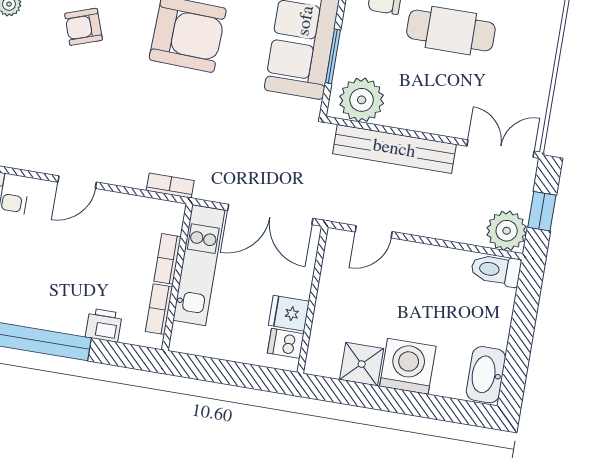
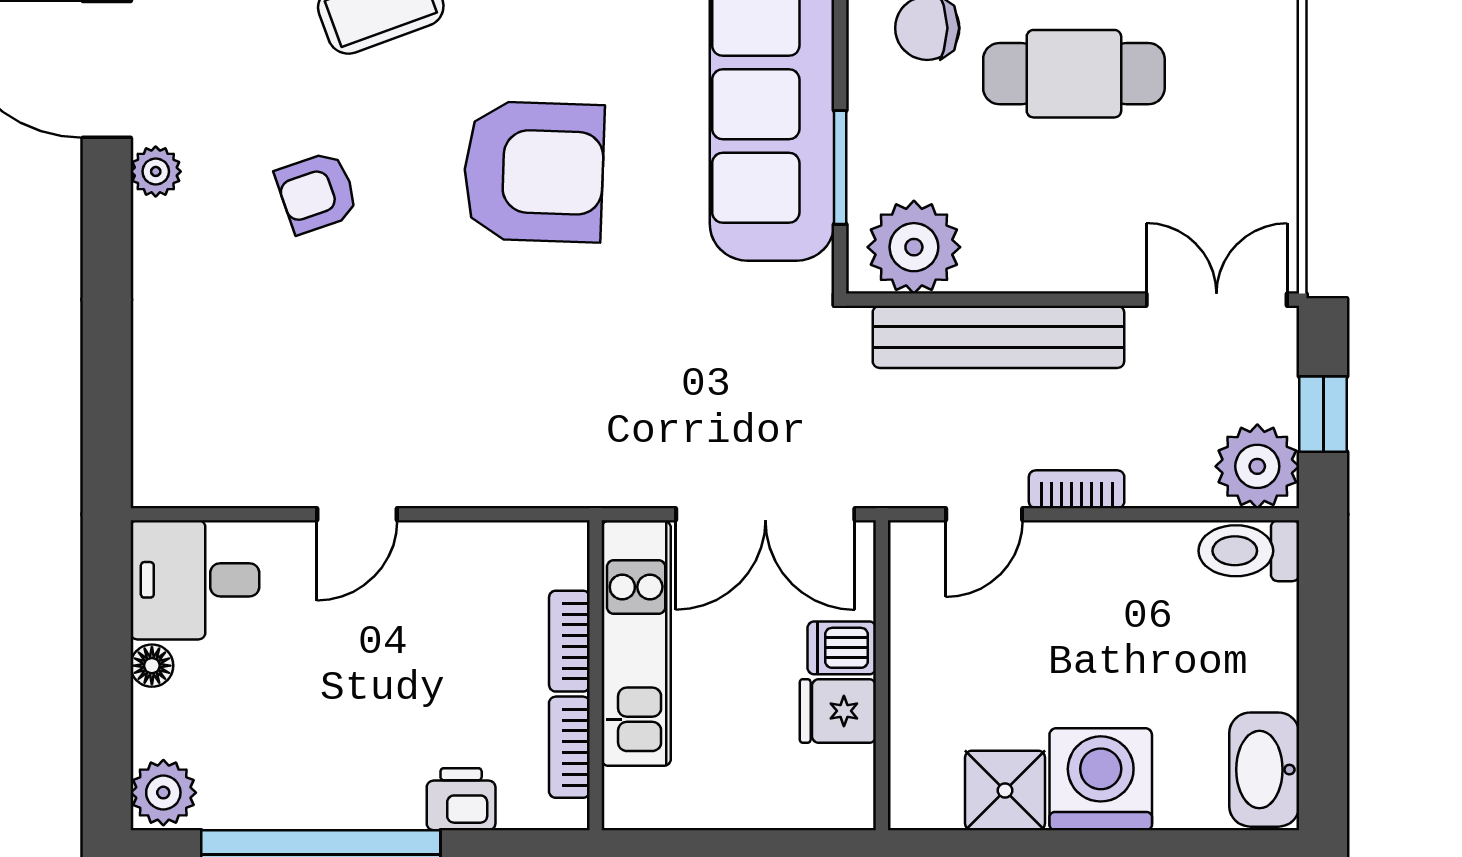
bookcase: (170, 186) -> (1077, 489), moved
dishwasher: (286, 343) -> (842, 648), moved

